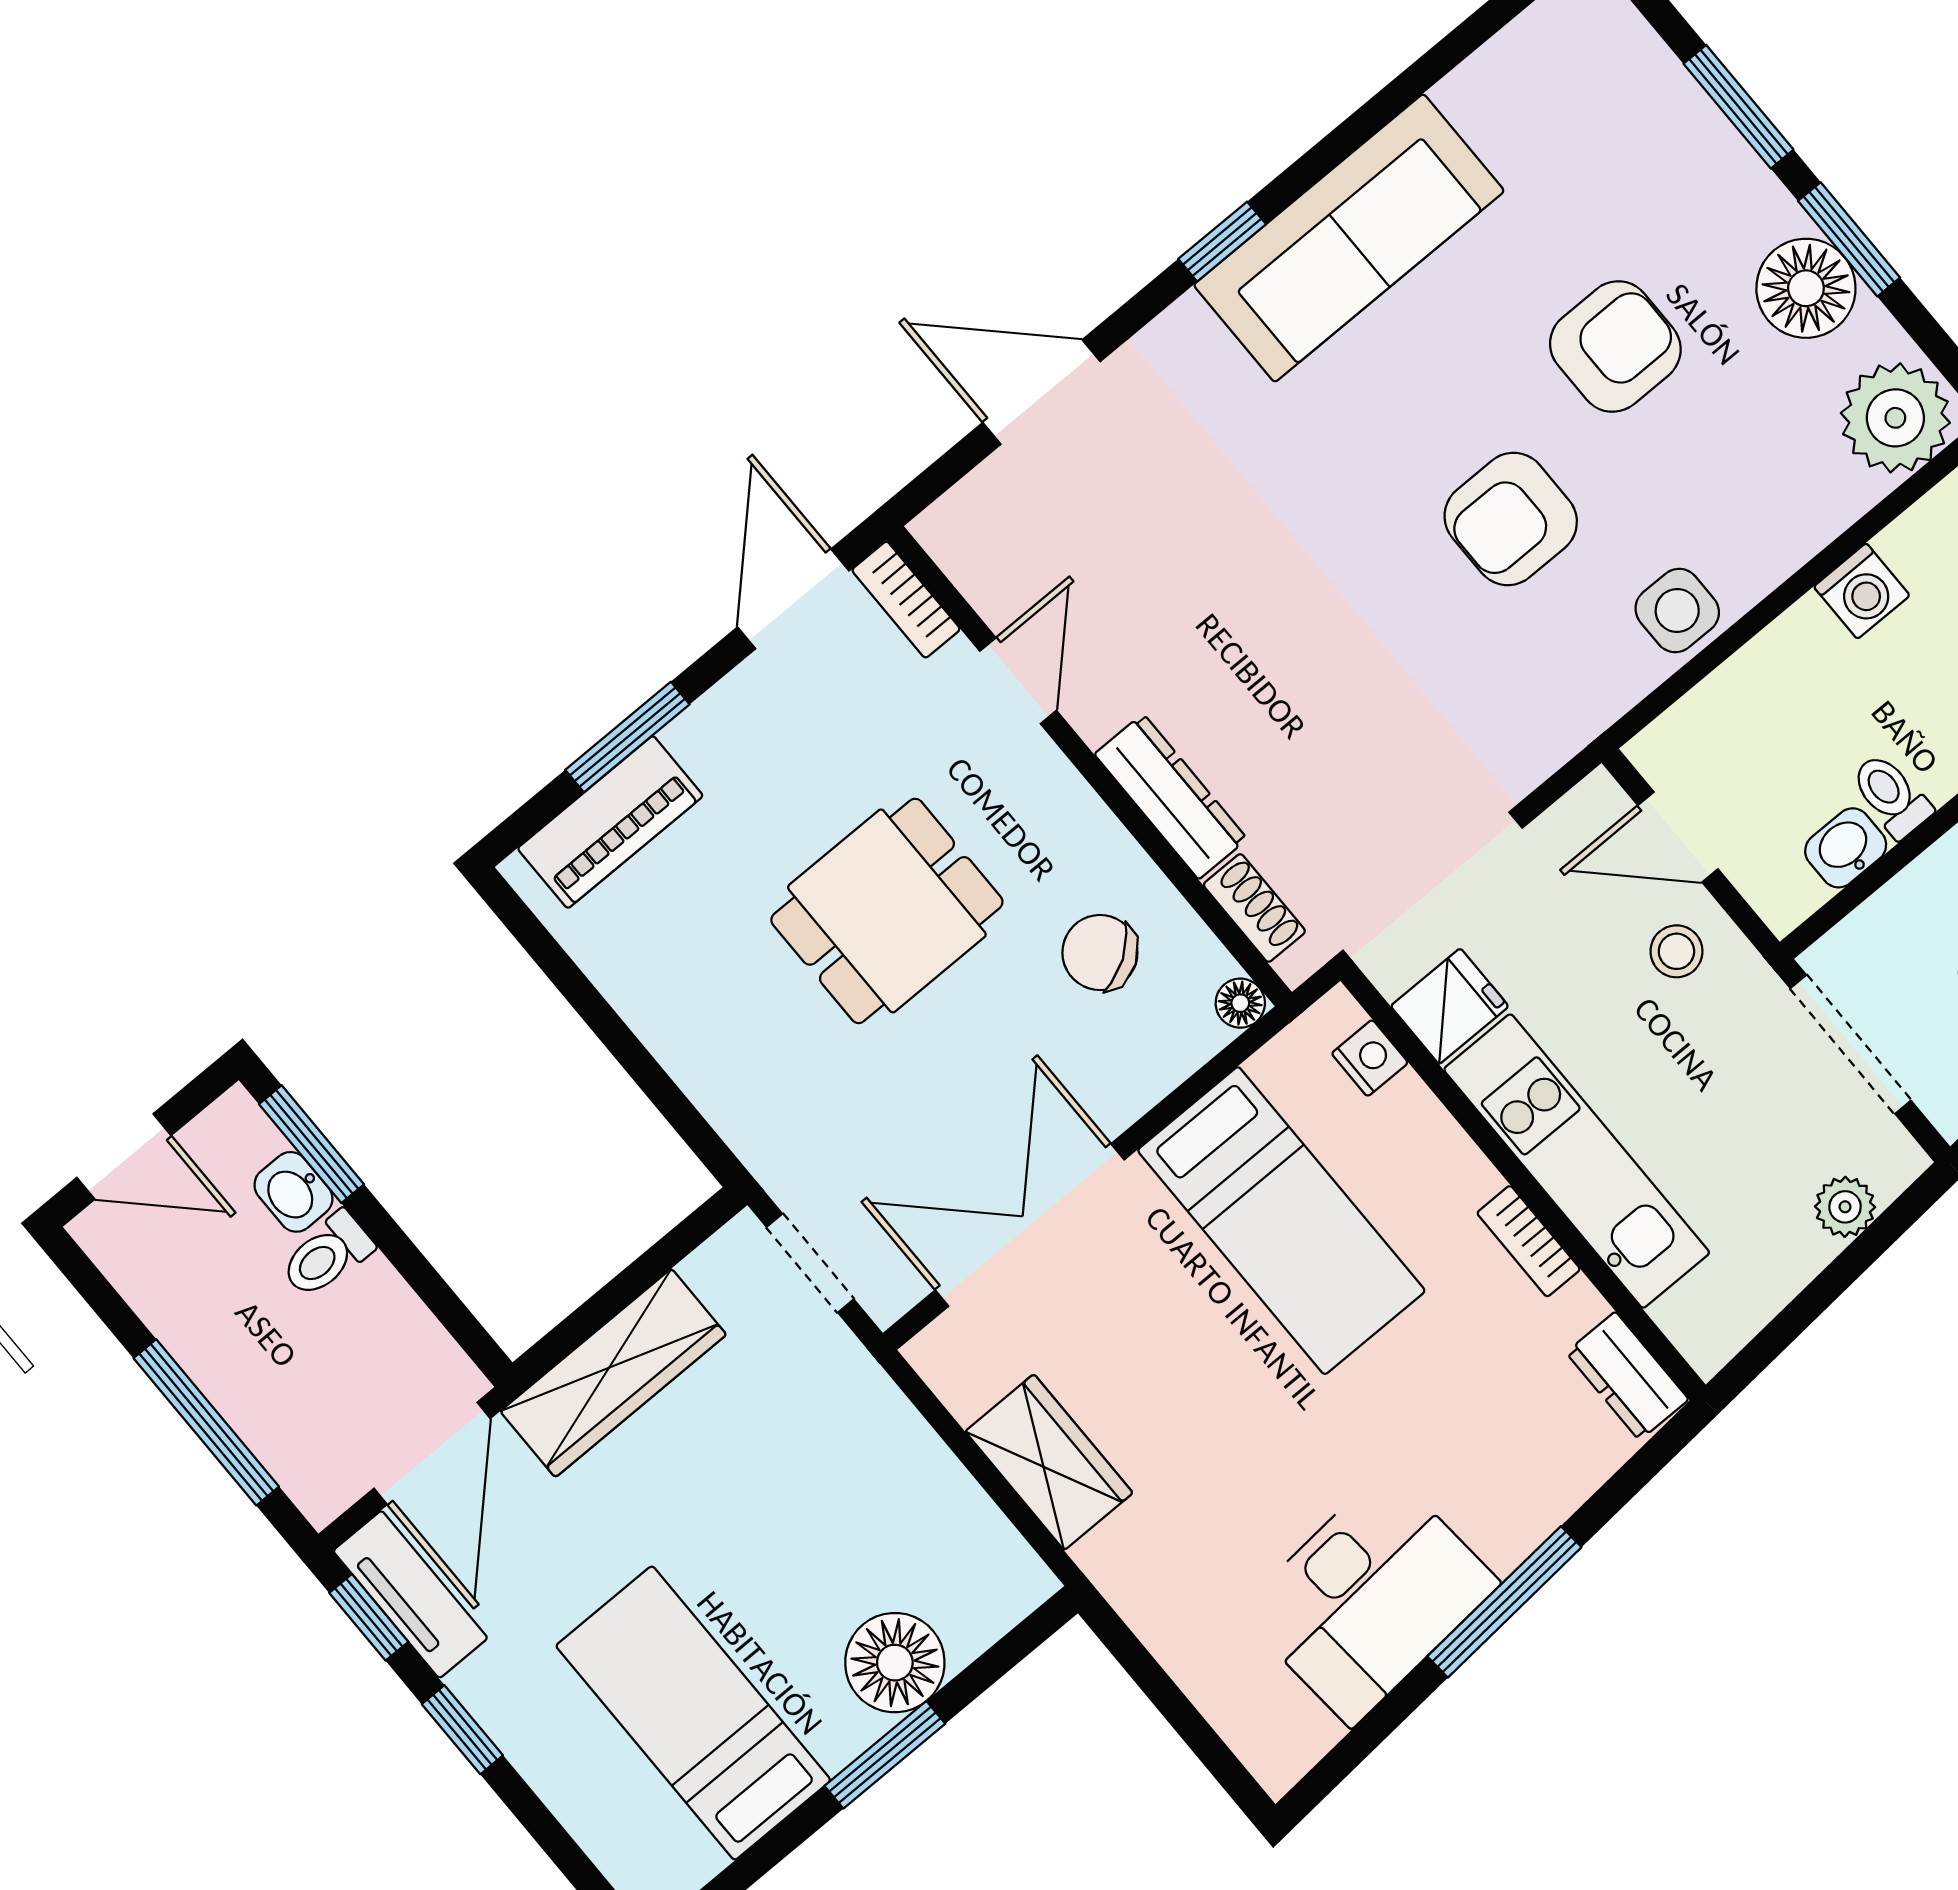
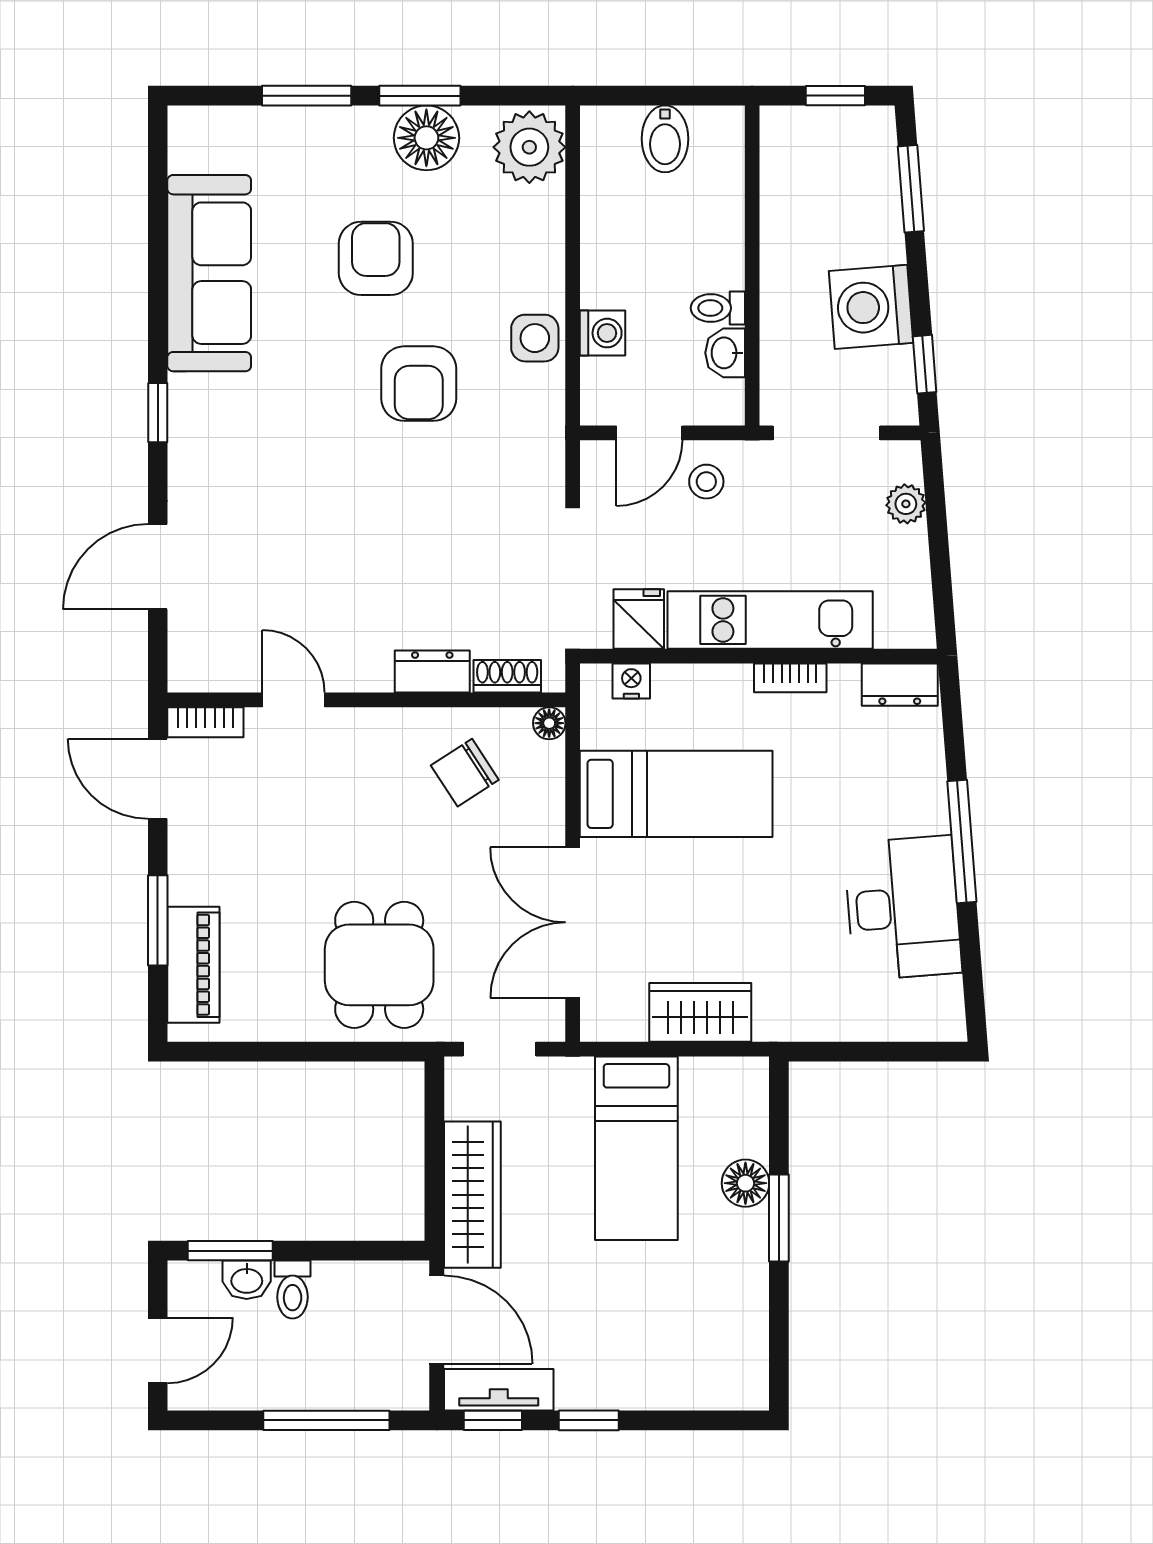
sofa: (1349, 238) -> (209, 273), moved
washing machine: (1862, 591) -> (603, 333), moved
dresser: (1171, 797) -> (432, 671), width x0.70
dining table: (887, 911) -> (379, 965), moved
floor lamp: (895, 1663) -> (745, 1183), width x0.73, depth x0.73
bed: (693, 1713) -> (636, 1148), moved, turned -90

